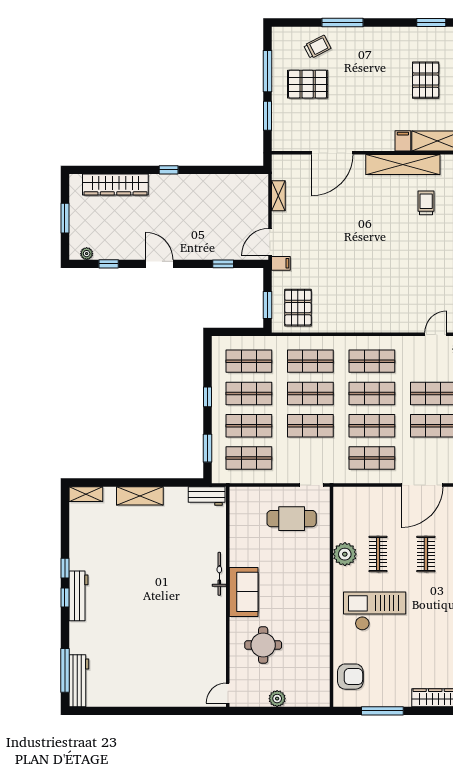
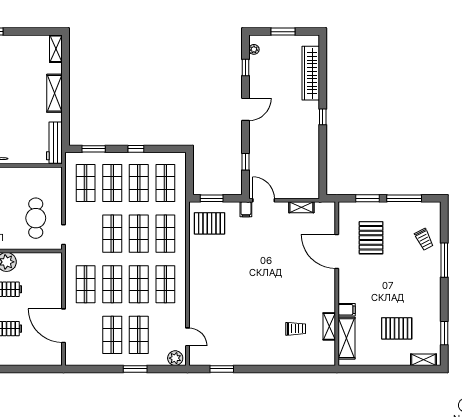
pallet: (308, 84) -> (371, 238), moved
shelving: (403, 165) -> (329, 326), width x0.45, depth x0.75
workbench: (207, 496) -> (54, 143), width x1.38

